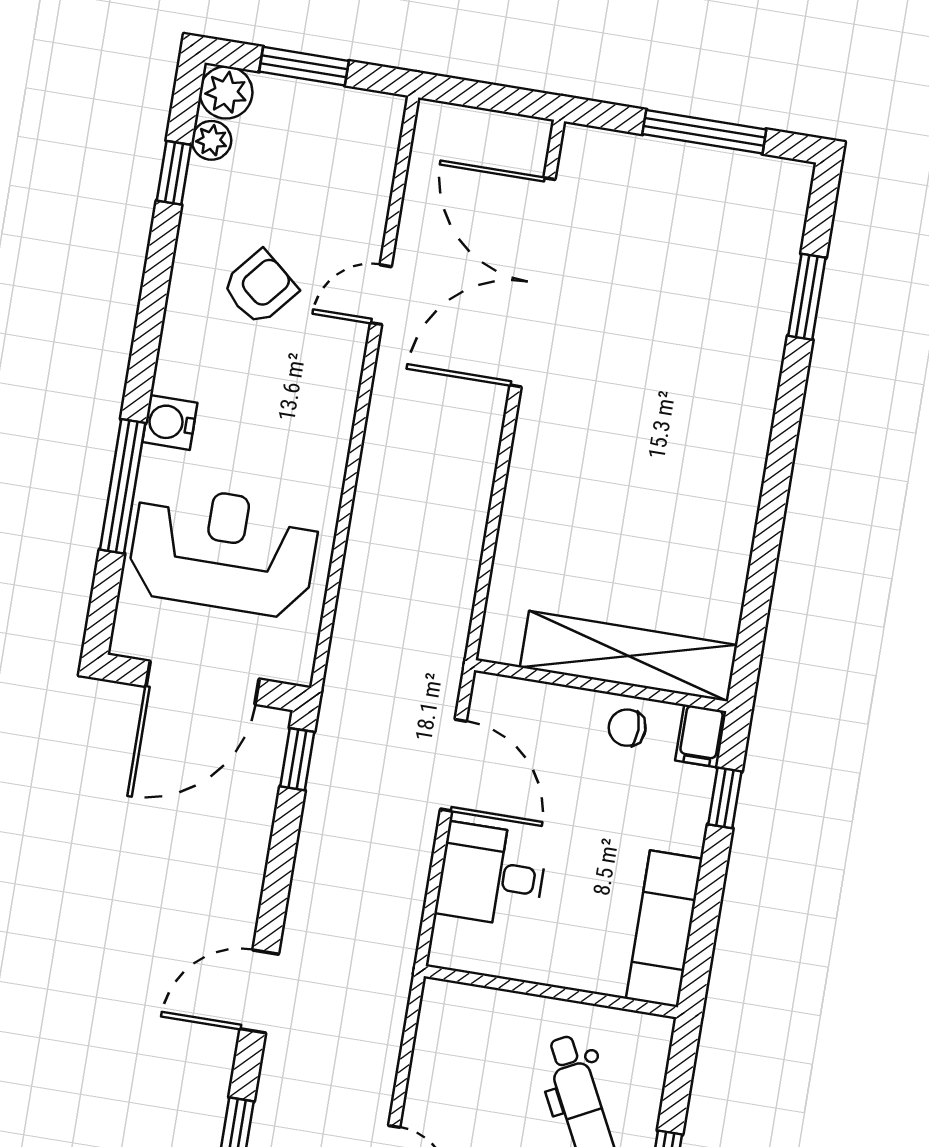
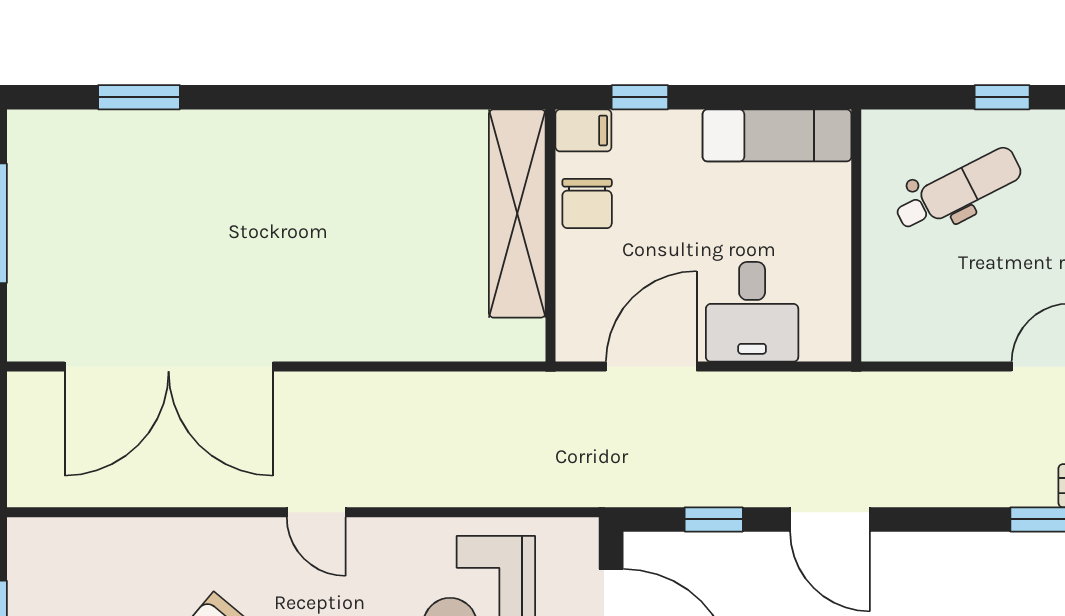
door: (381, 295) -> (316, 512), moved
chair: (627, 728) -> (587, 203), width x1.37, depth x1.37
window: (297, 759) -> (714, 519), moved
door: (259, 991) -> (830, 519), moved

